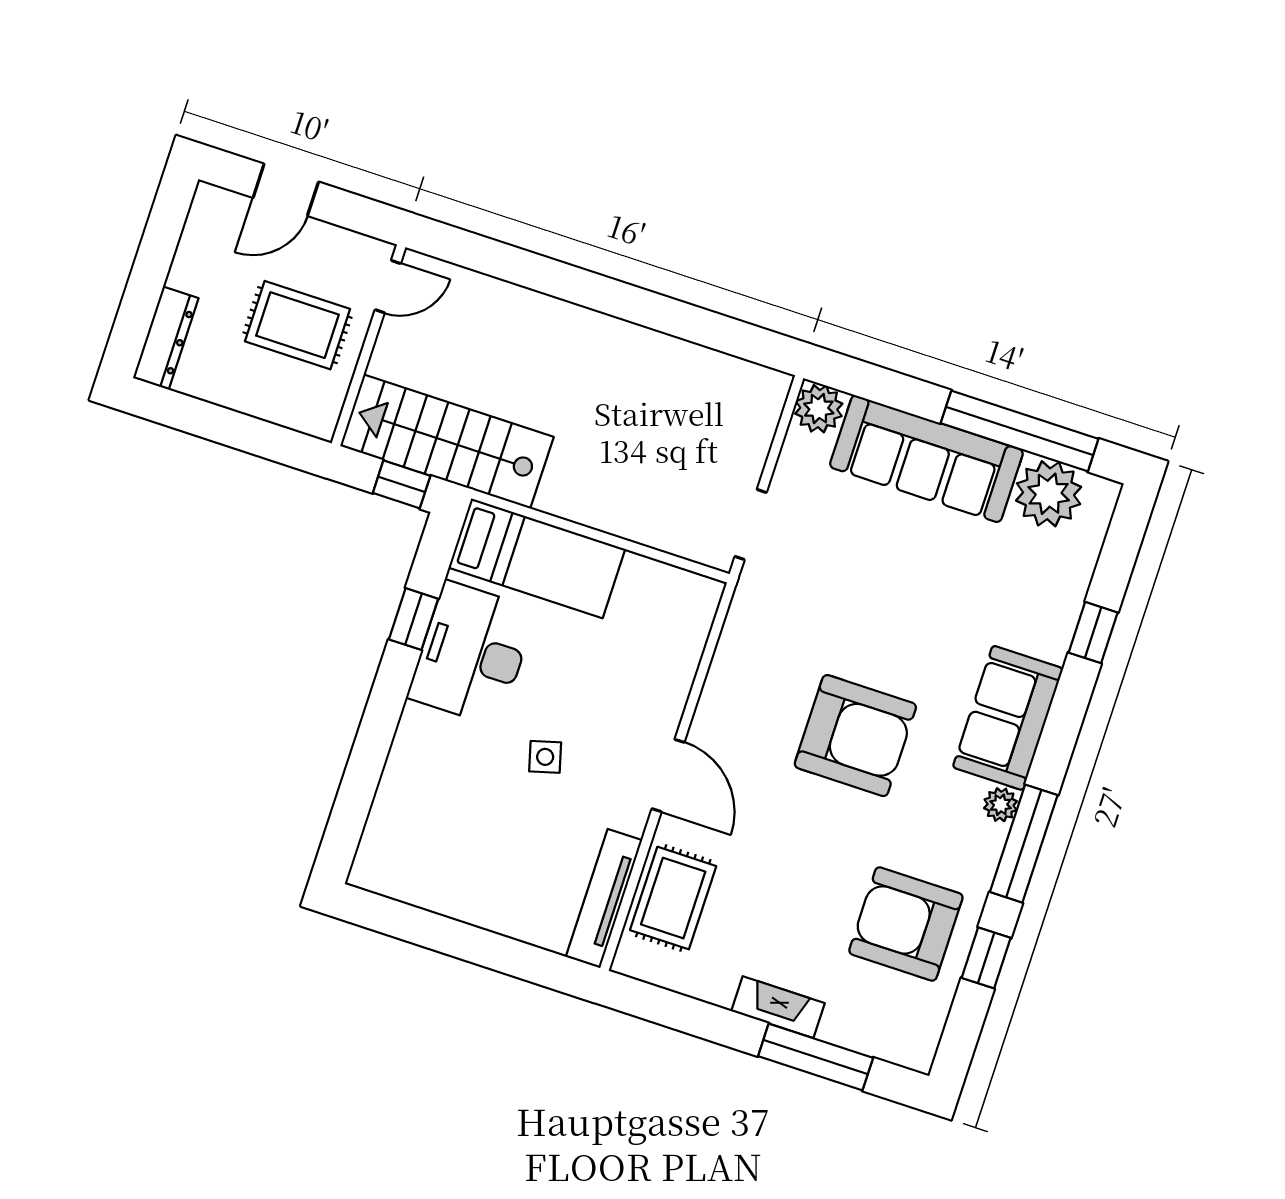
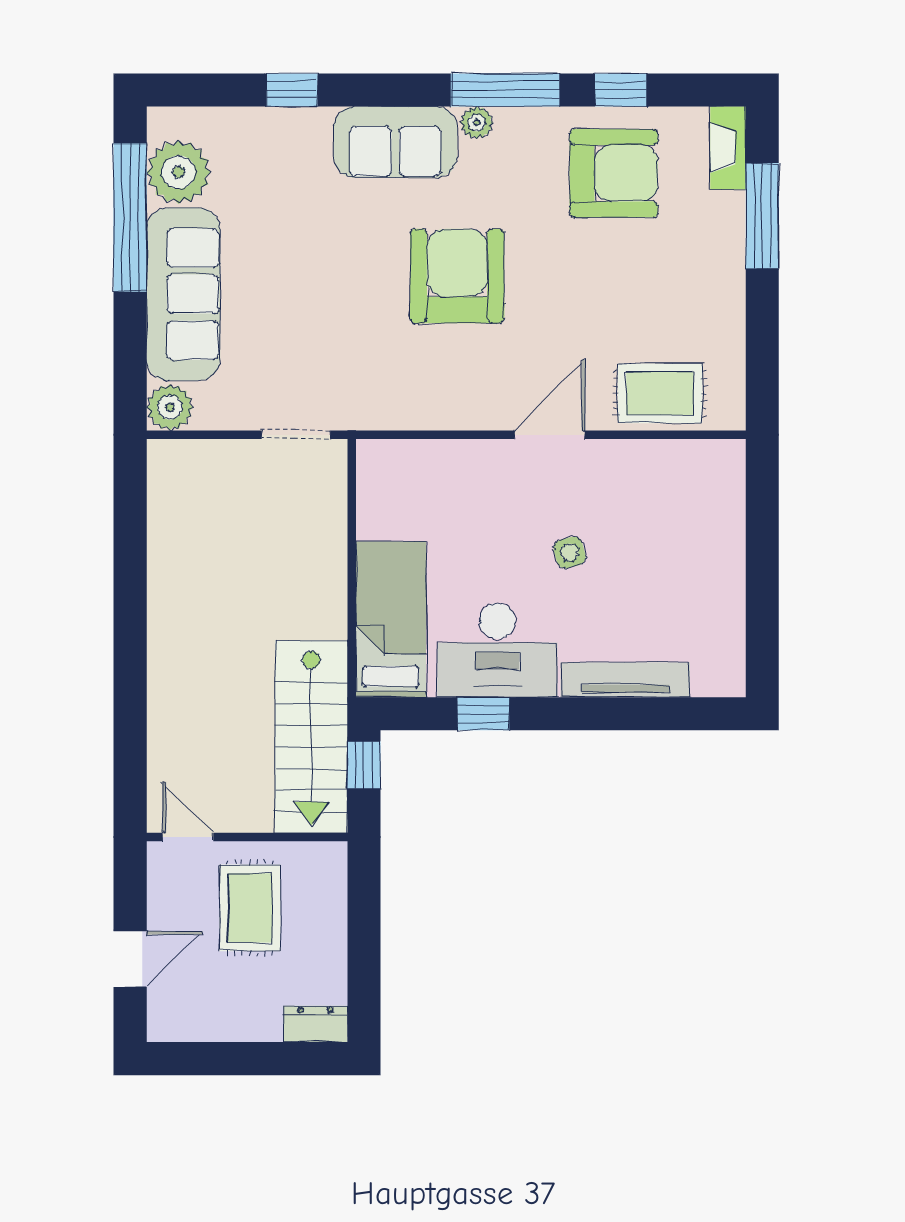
door: (286, 190) -> (130, 959), hinge flipped
dresser: (166, 338) -> (315, 1024), width x0.70
tv unit: (604, 899) -> (625, 680), moved, turned 180
armchair: (906, 924) -> (614, 173), turned -90
fireplace: (778, 1007) -> (728, 148), moved

